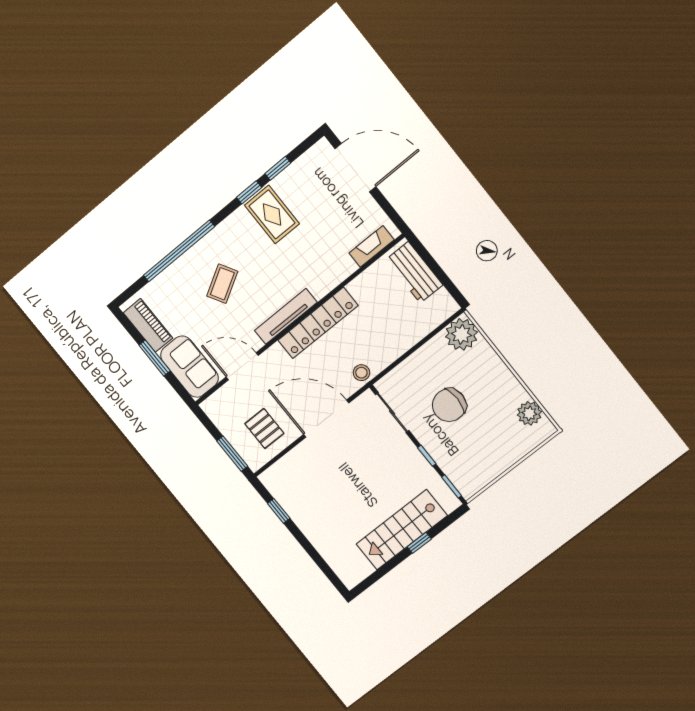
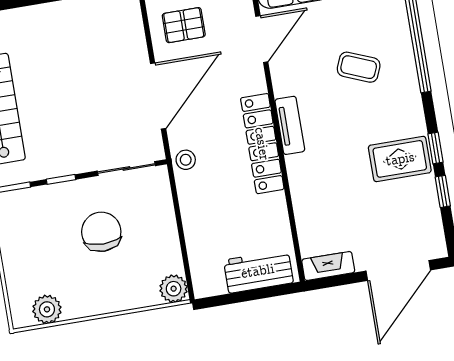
fireplace: (372, 246) -> (328, 266), moved, turned -90
coffee table: (222, 284) -> (359, 67), turned -38
tv unit: (286, 316) -> (290, 125), width x0.71
plant: (461, 334) -> (174, 289), width x0.73, depth x0.73

